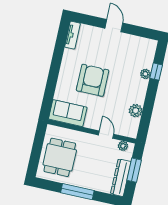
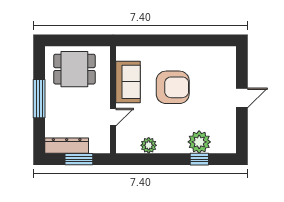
tv unit: (73, 35) -> (220, 52), removed
plant: (145, 74) -> (199, 142), width x1.87, depth x1.87
sofa: (68, 113) -> (128, 82), moved
plant: (123, 146) -> (104, 140), removed

